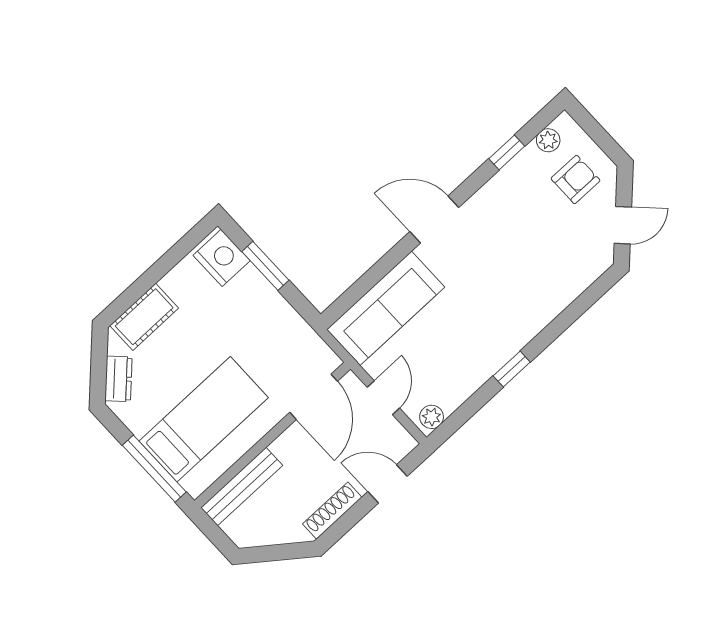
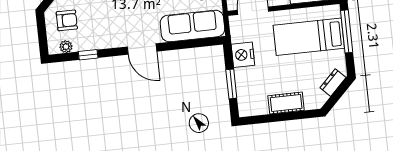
armchair: (576, 180) -> (67, 20), turned 180
nightstand: (222, 258) -> (243, 55), moved
cot: (144, 317) -> (286, 103), moved

